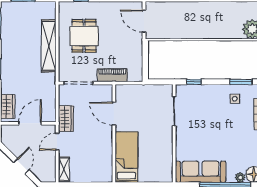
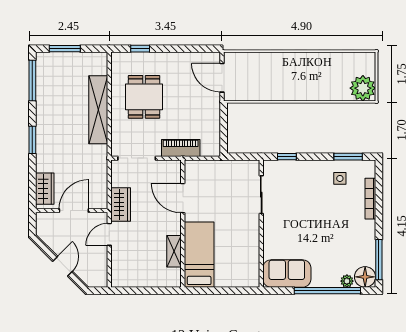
shelving: (64, 169) -> (174, 251), moved
sofa: (201, 172) -> (287, 274), width x0.73

